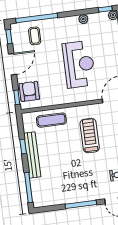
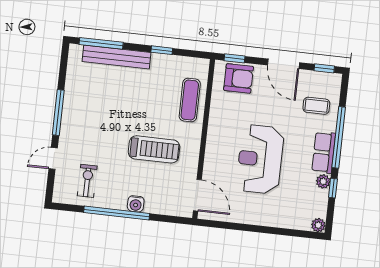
window: (105, 9) -> (333, 188), moved
window: (37, 18) -> (339, 137), moved
row of seats: (64, 23) -> (324, 152), added
reception desk: (79, 64) -> (260, 159), turned 90
bench: (32, 155) -> (117, 57), moved

